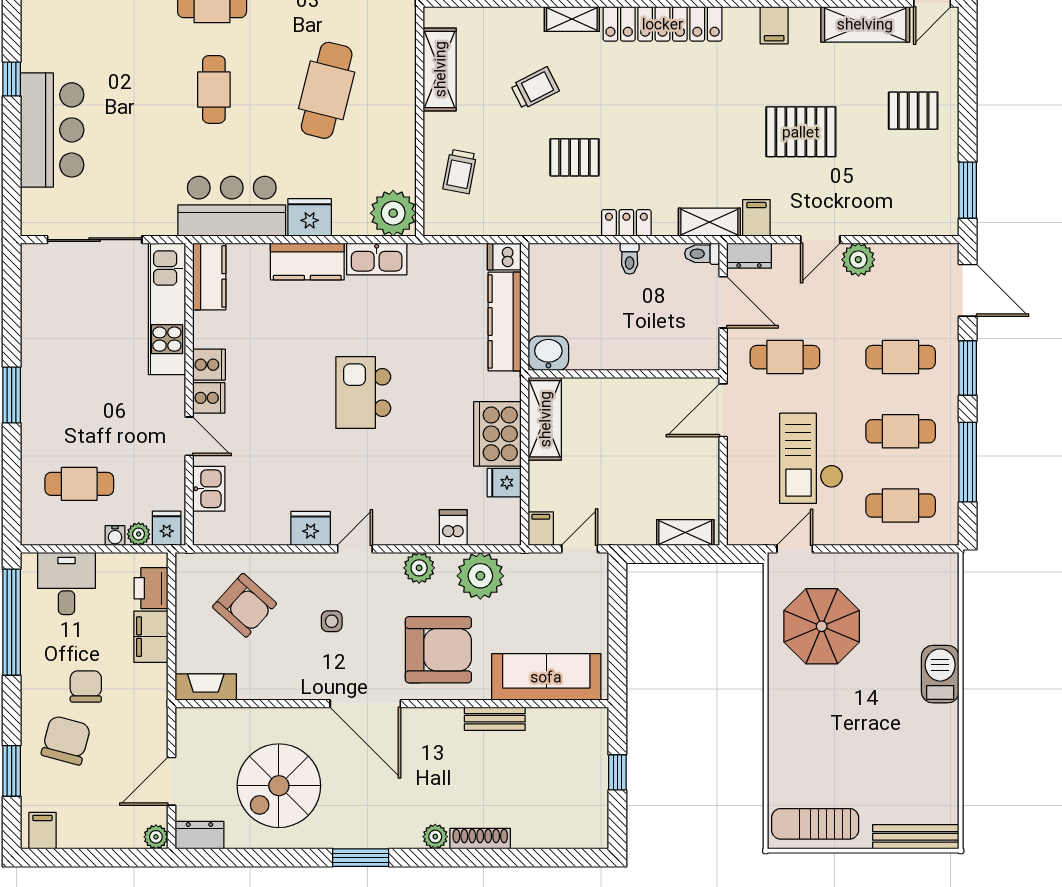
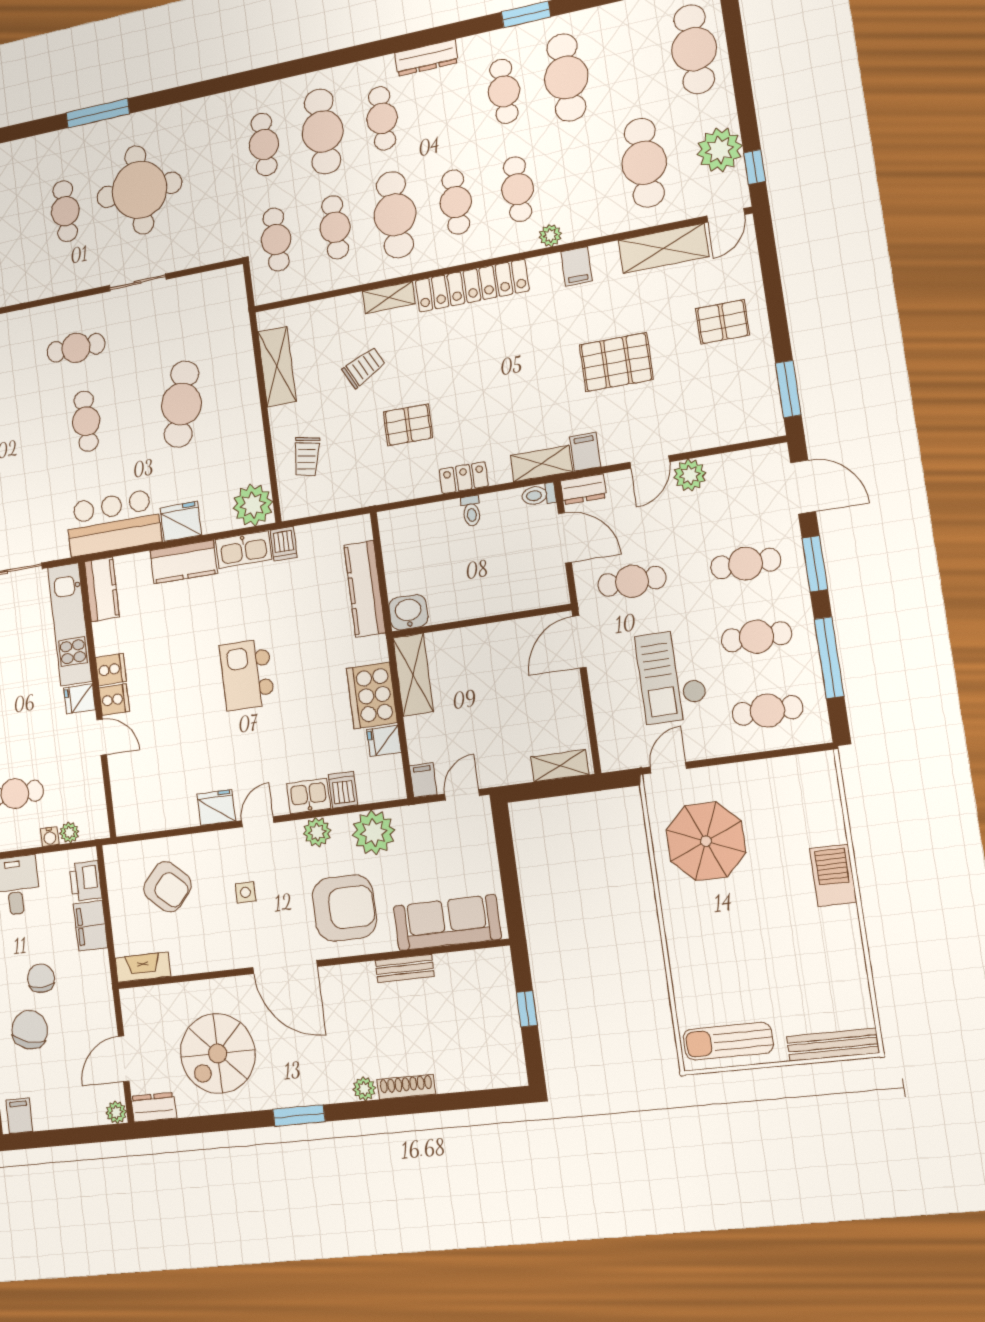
dishwasher: (504, 257) -> (284, 544), moved, turned -90
kitchen sink: (209, 489) -> (309, 796), moved, turned -90
fridge: (167, 528) -> (80, 699), moved, turned -90

